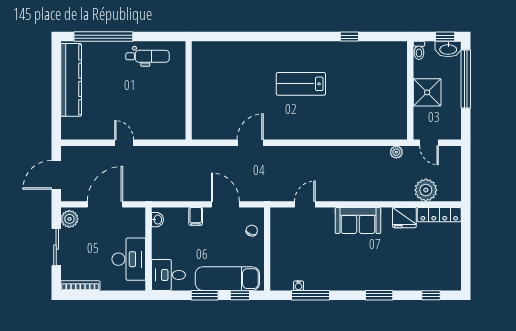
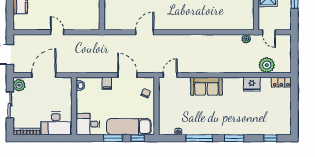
door: (305, 204) -> (170, 75), moved
locker: (439, 215) -> (281, 82), width x0.66
sofa: (358, 221) -> (206, 86), moved
desk: (129, 259) -> (56, 123), moved, turned 90
window: (311, 295) -> (199, 138), moved

